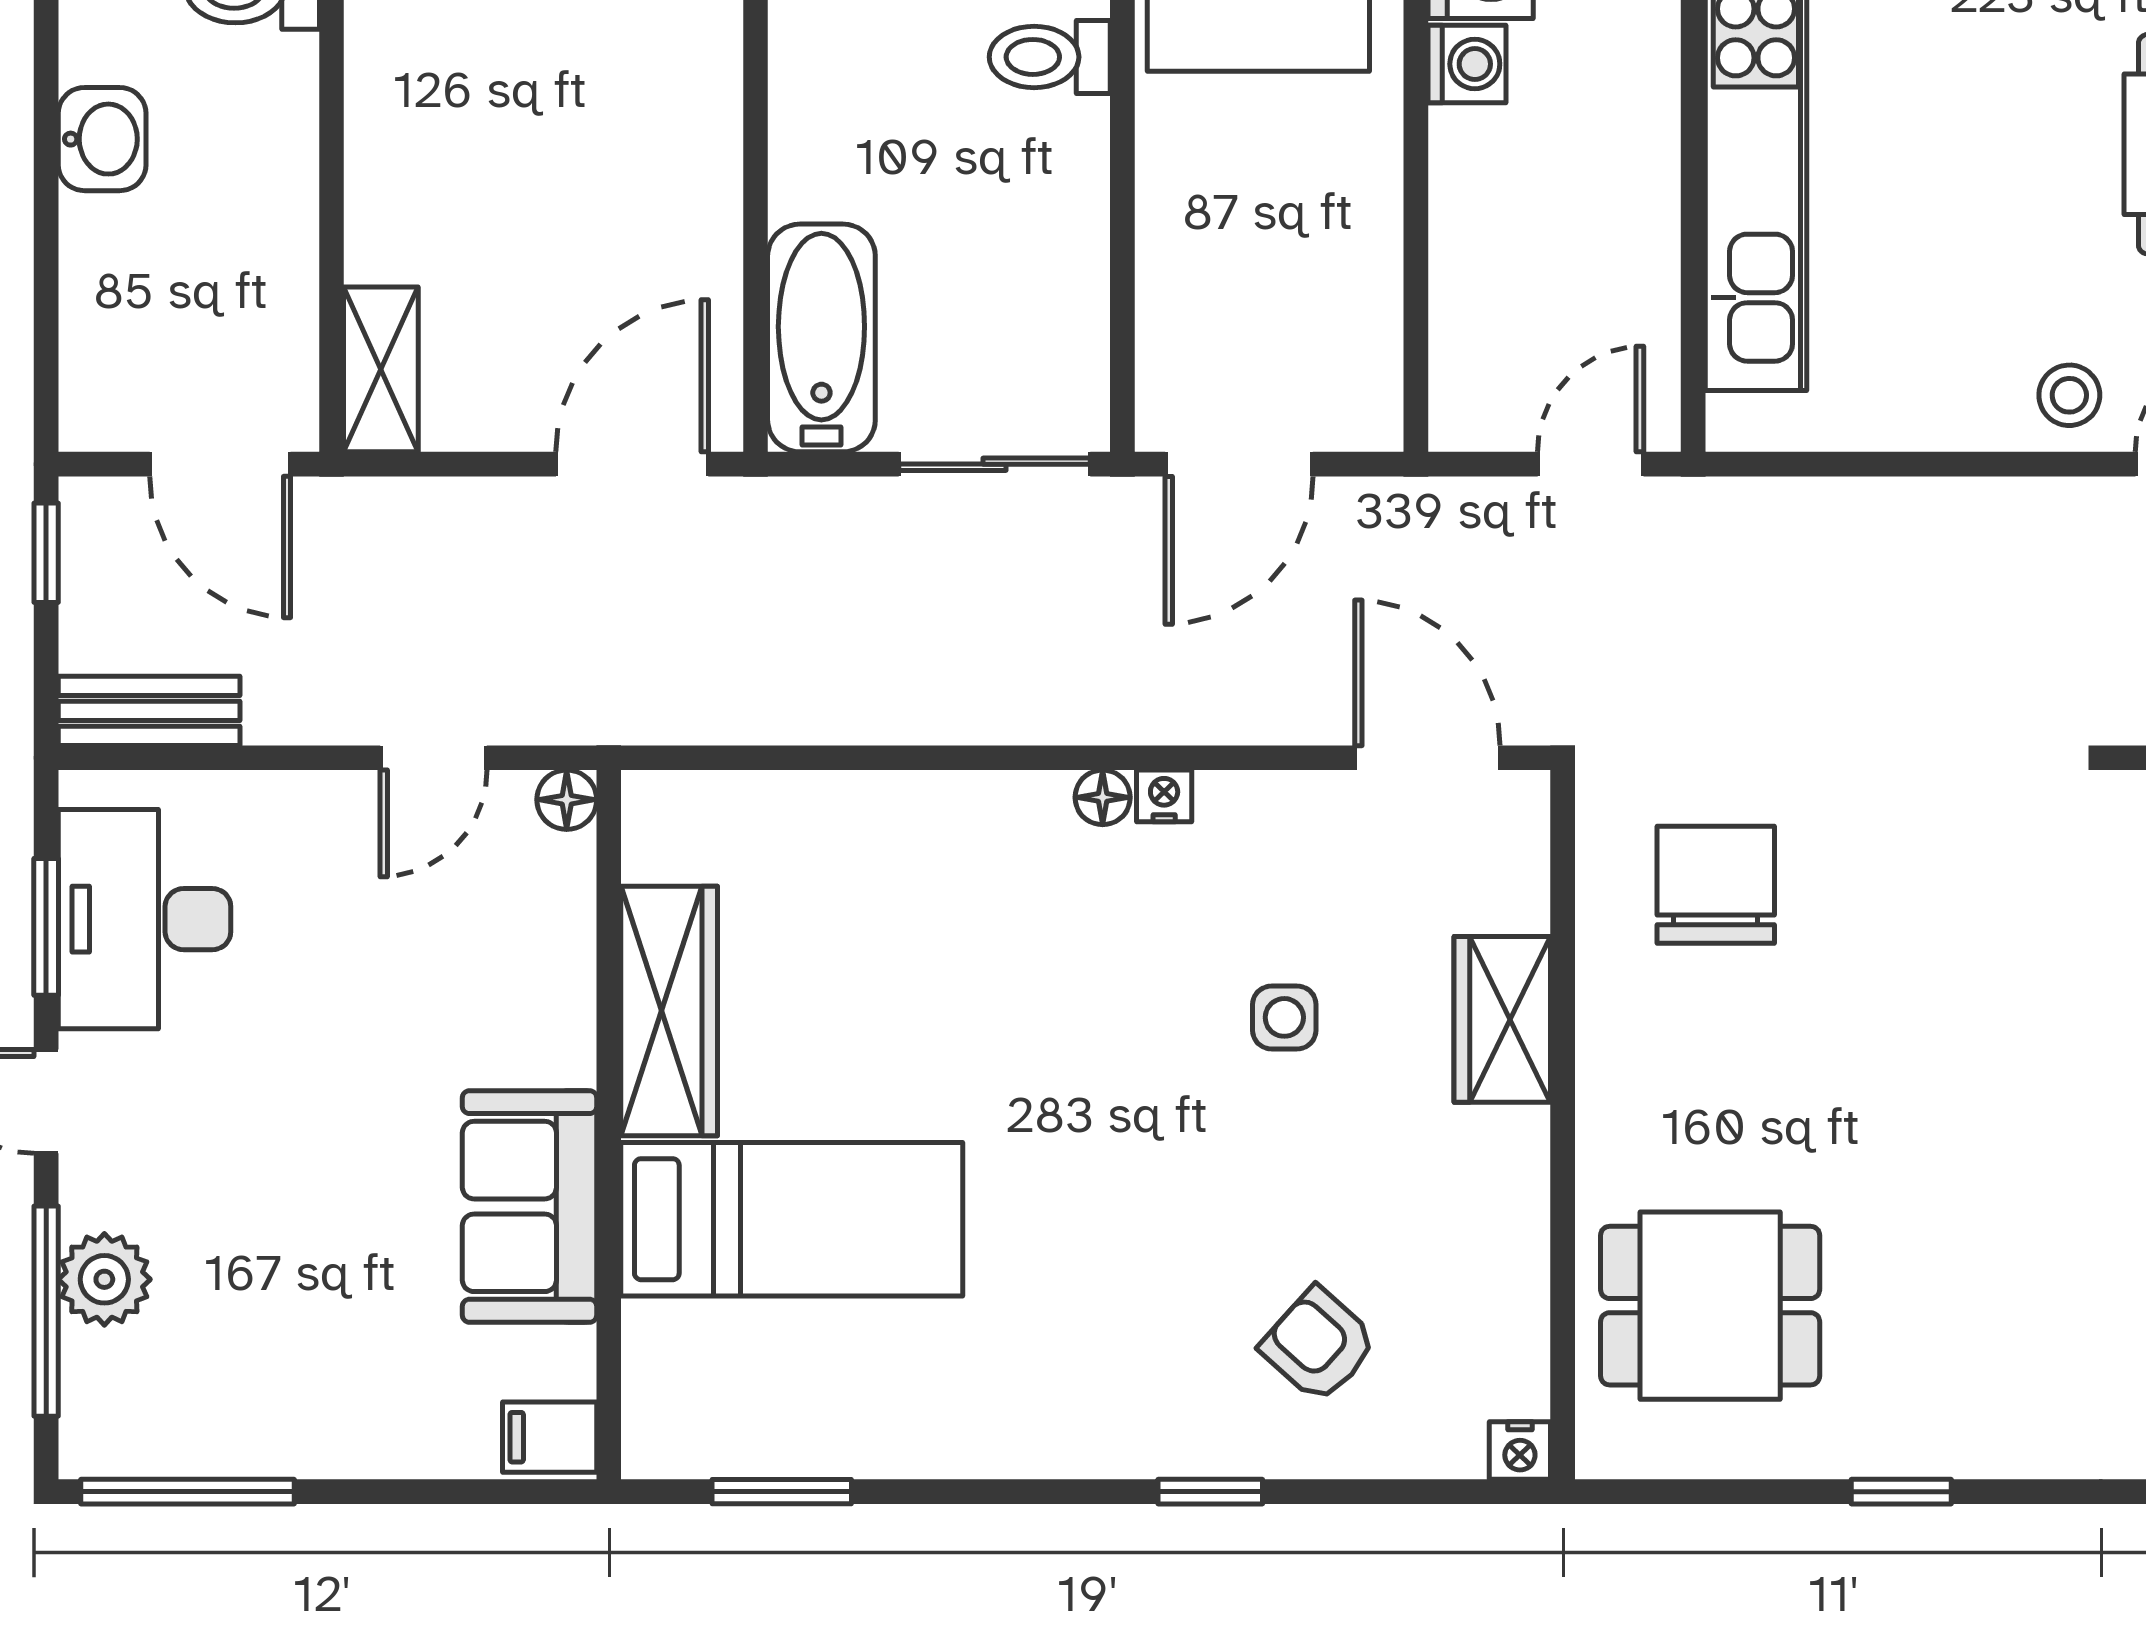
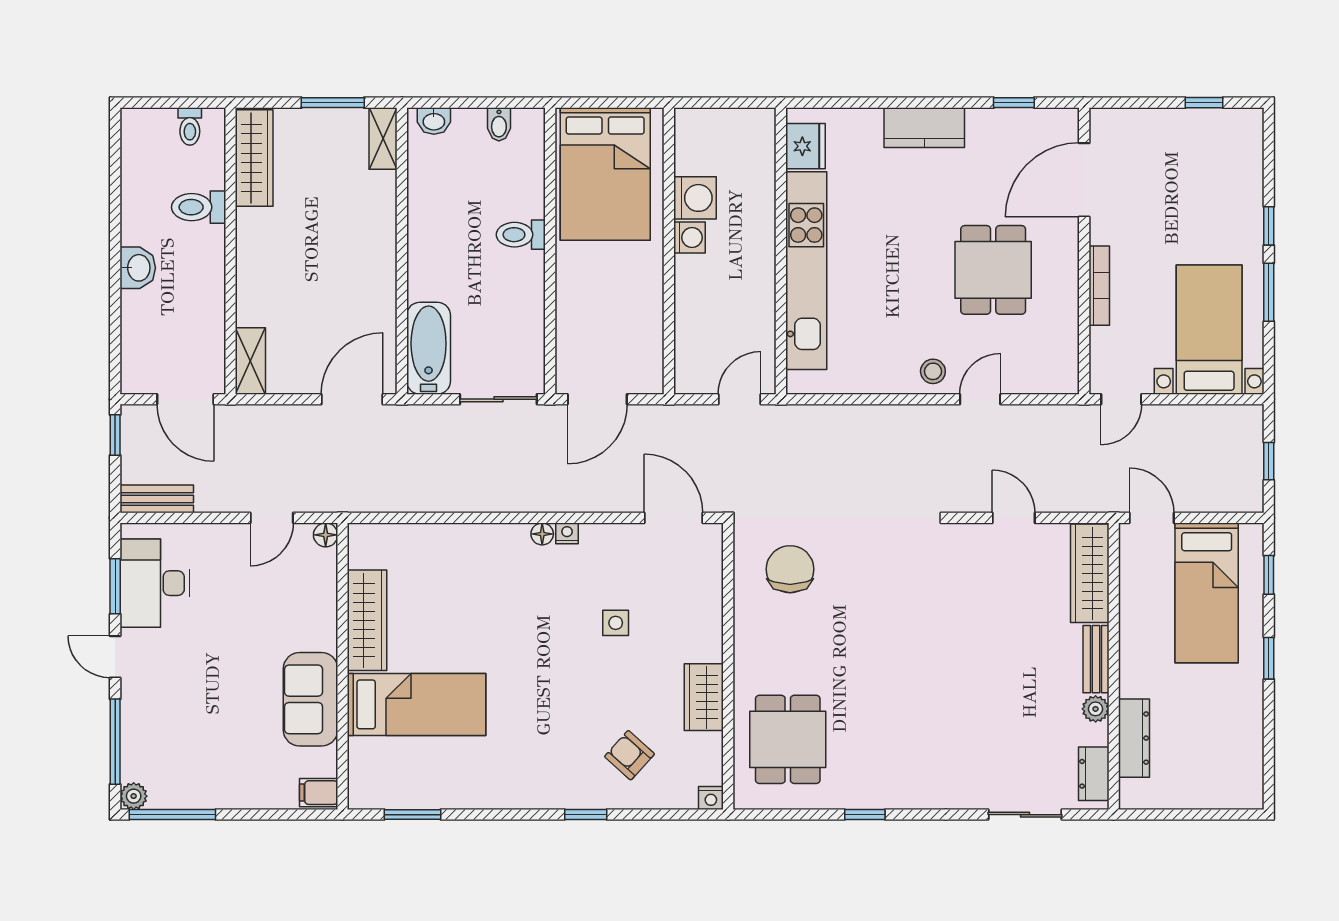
wardrobe: (1502, 1019) -> (704, 697), moved
plant: (104, 1279) -> (134, 796), moved, width x0.73, depth x0.73
dining table: (1710, 1306) -> (788, 739), turned 90

